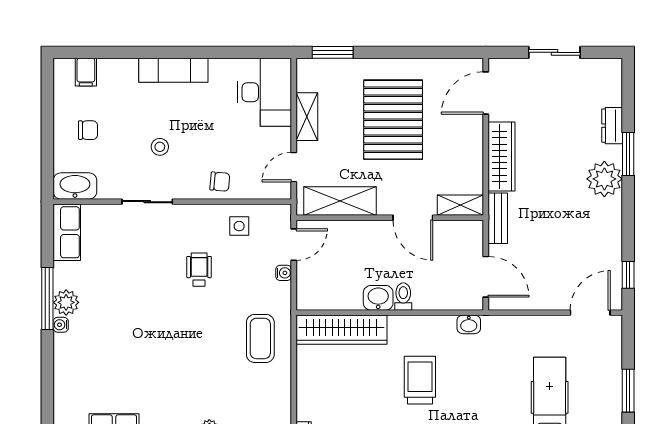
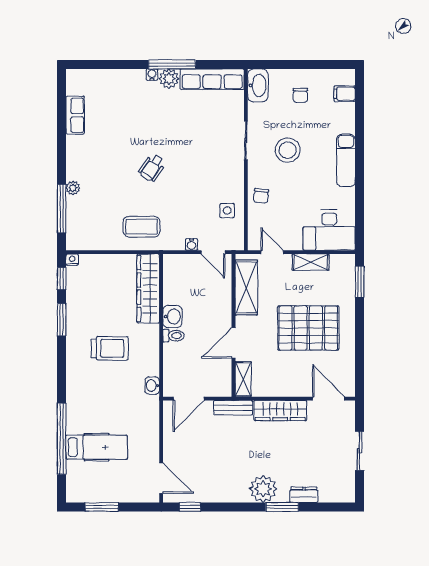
stool: (160, 147) -> (288, 150), width x1.89, depth x1.89
row of seats: (67, 232) -> (212, 79), width x1.48
wheelchair: (199, 270) -> (152, 168), moved, turned 124

